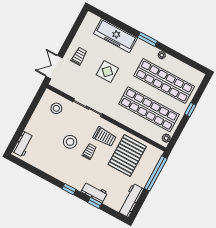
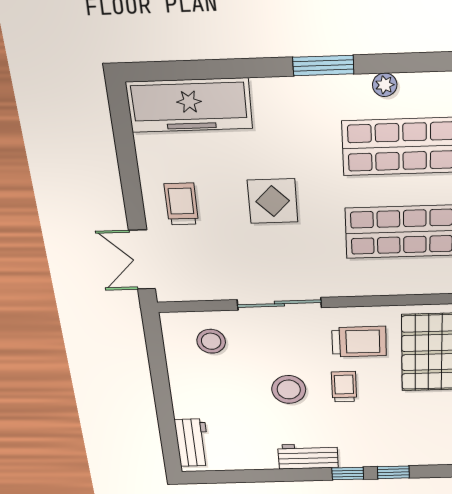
freezer: (116, 36) -> (189, 105), moved
workbench: (94, 192) -> (308, 456), moved
window: (95, 203) -> (393, 472), moved

